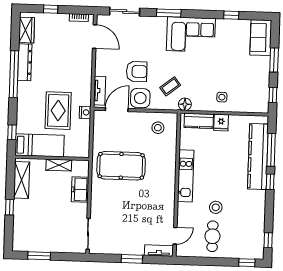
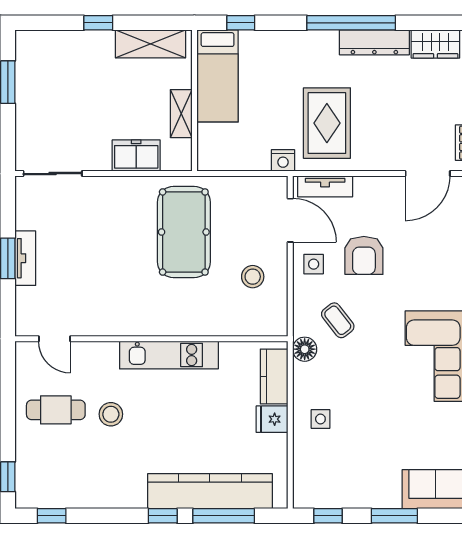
side table: (140, 98) -> (314, 264), width x0.54, depth x0.54
rug: (58, 111) -> (327, 123), moved, turned 90
stool: (158, 128) -> (253, 277), moved
tv unit: (159, 251) -> (25, 258), moved

